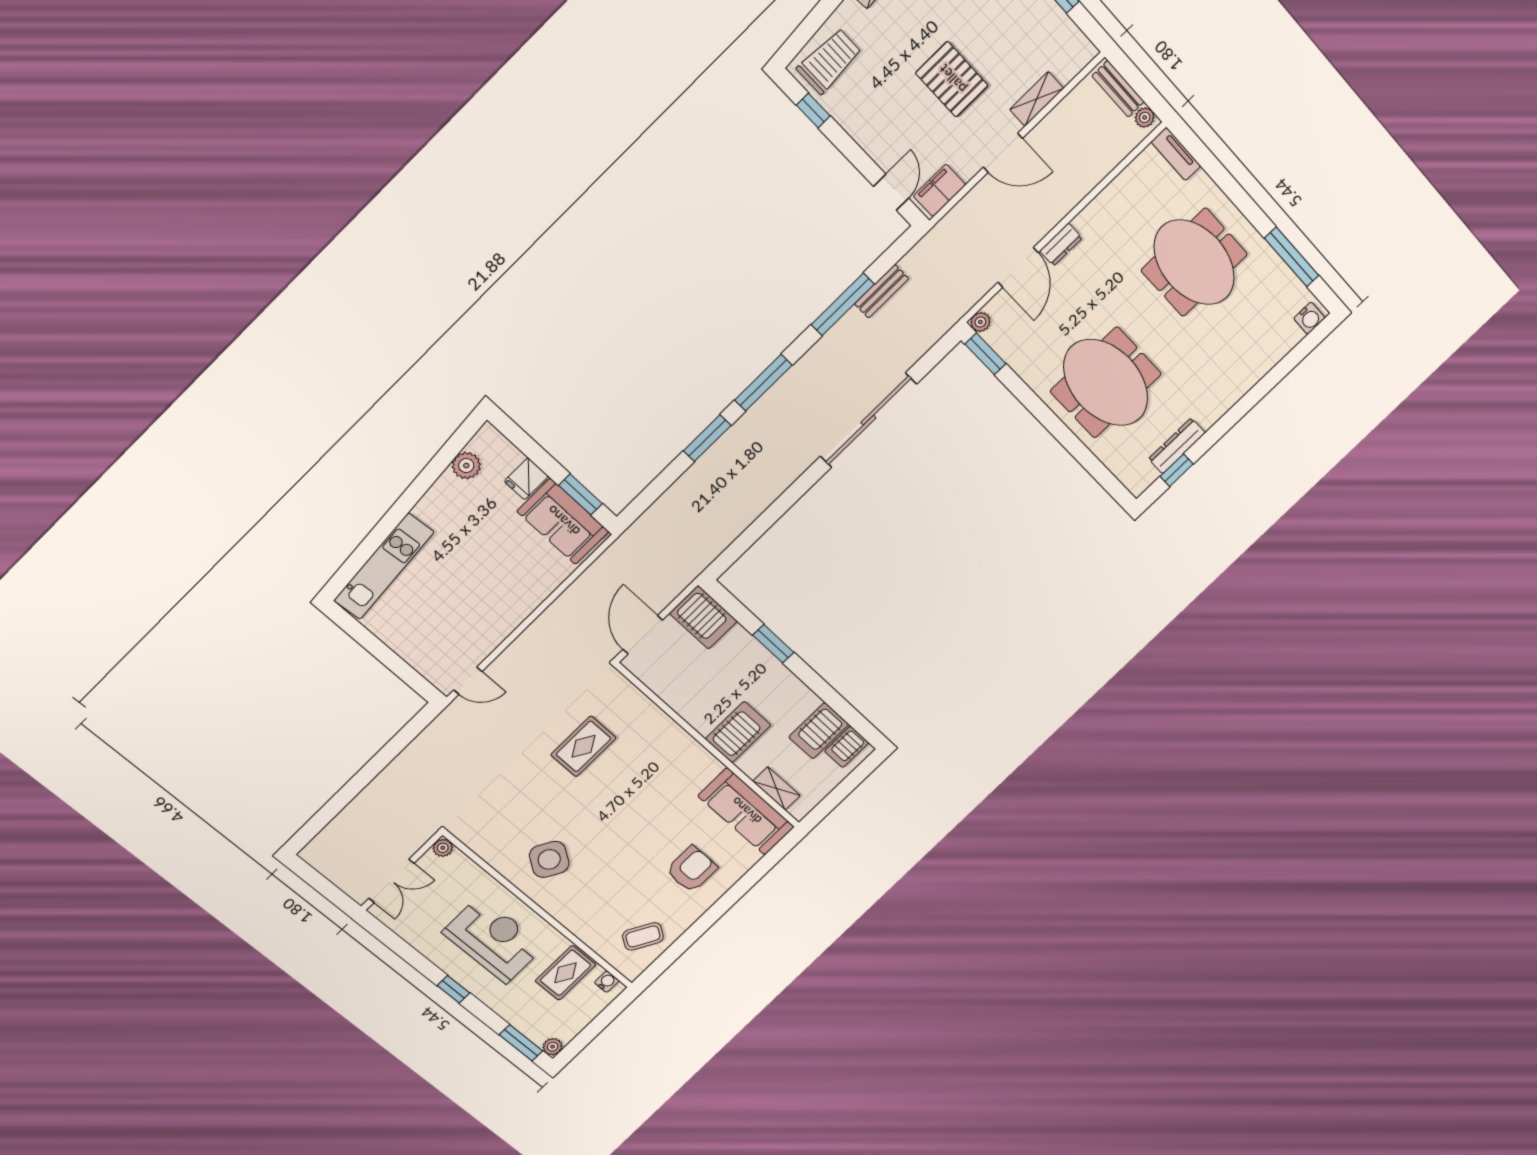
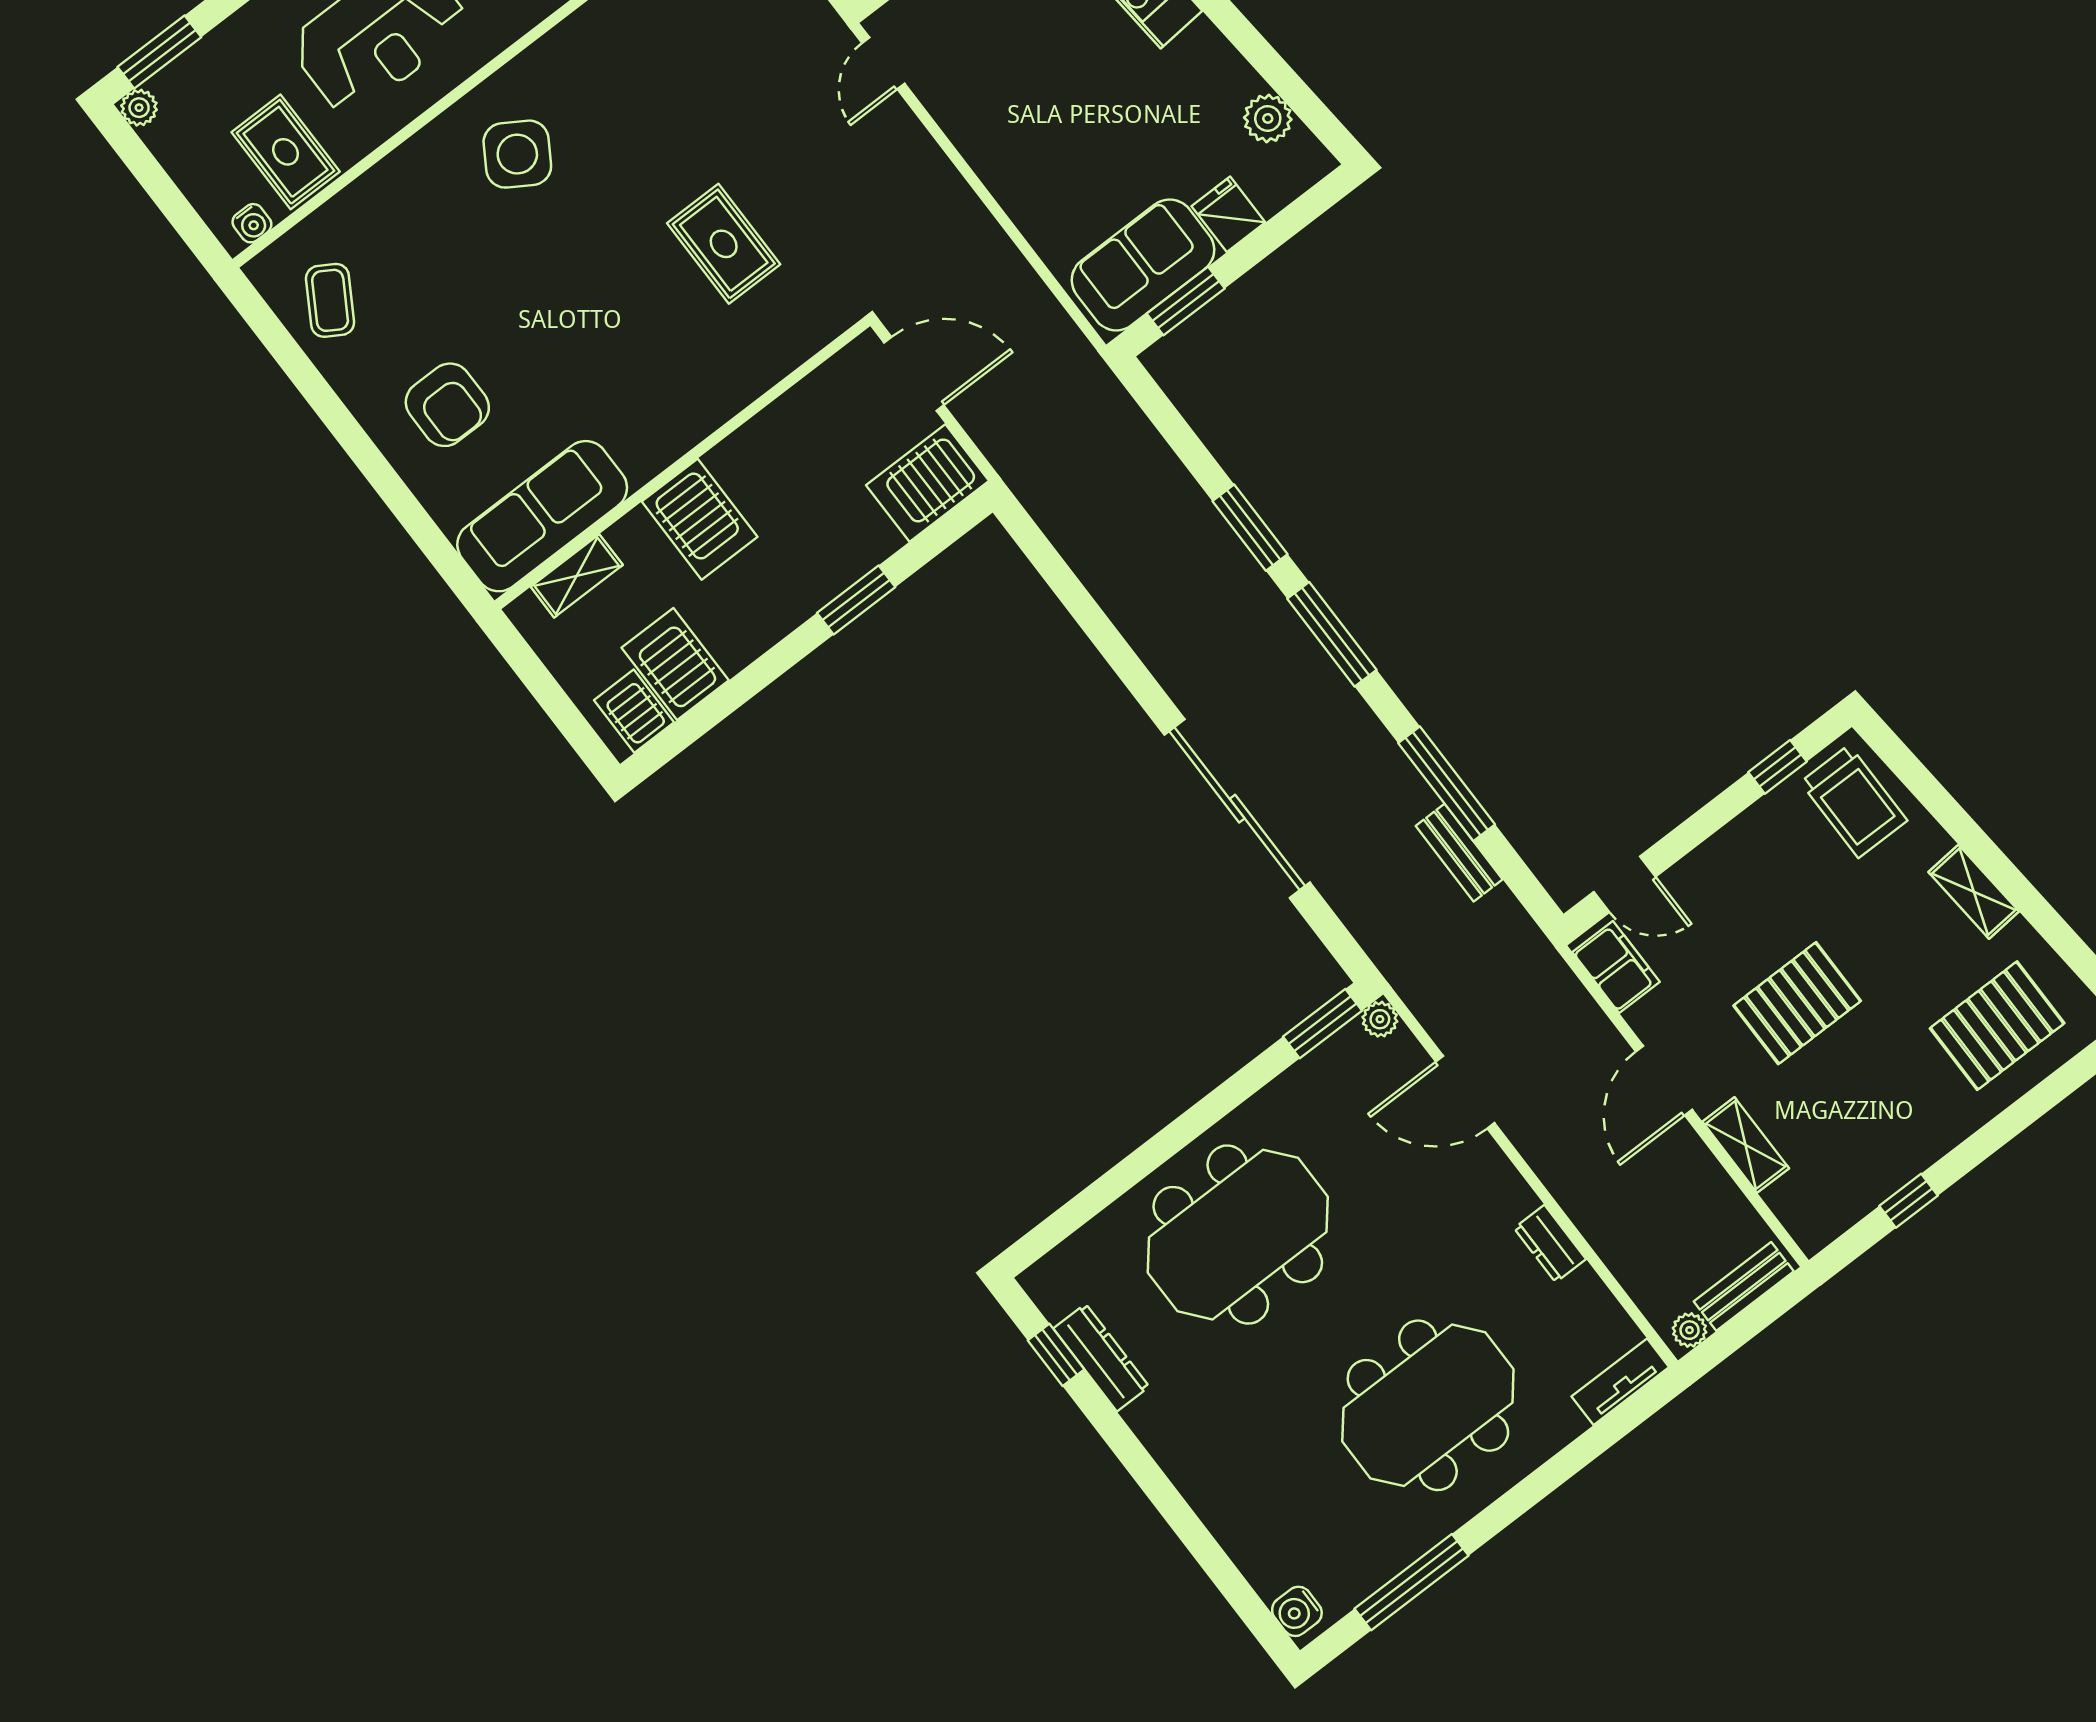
dresser: (1061, 244) -> (1550, 1244), moved

